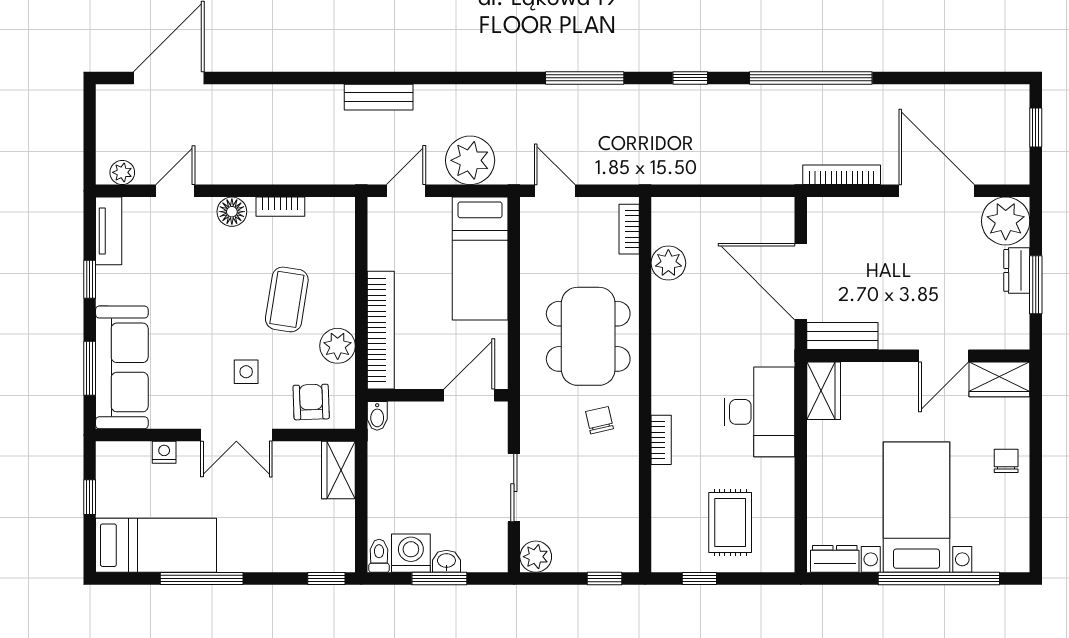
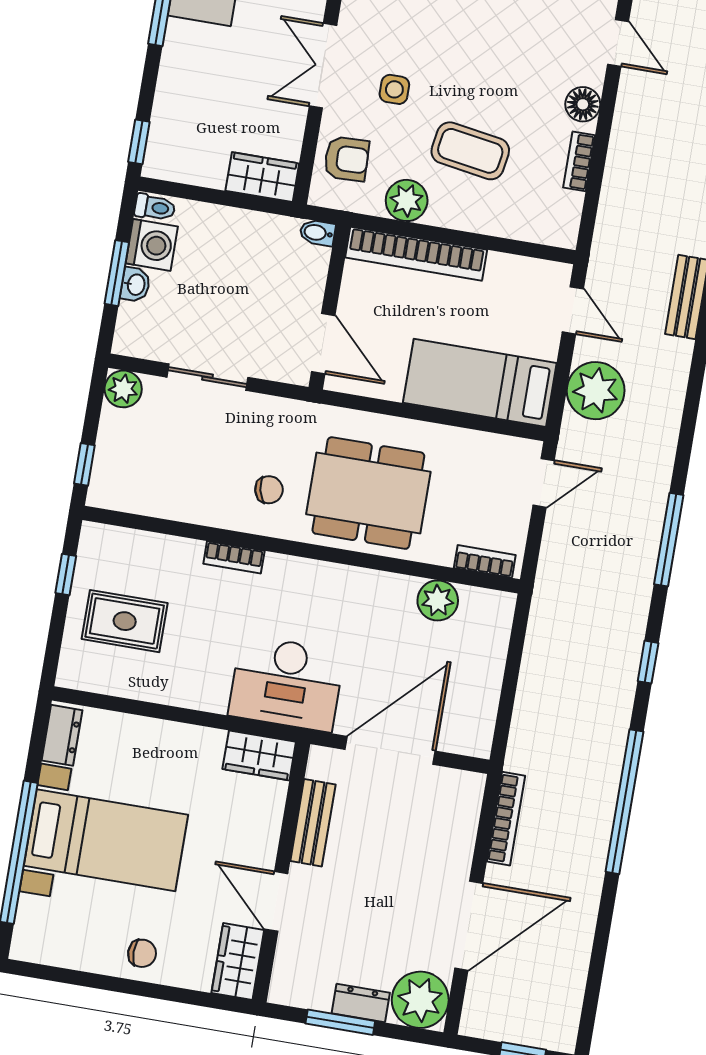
bench: (842, 336) -> (313, 823), moved
desk: (759, 412) -> (286, 683), moved

